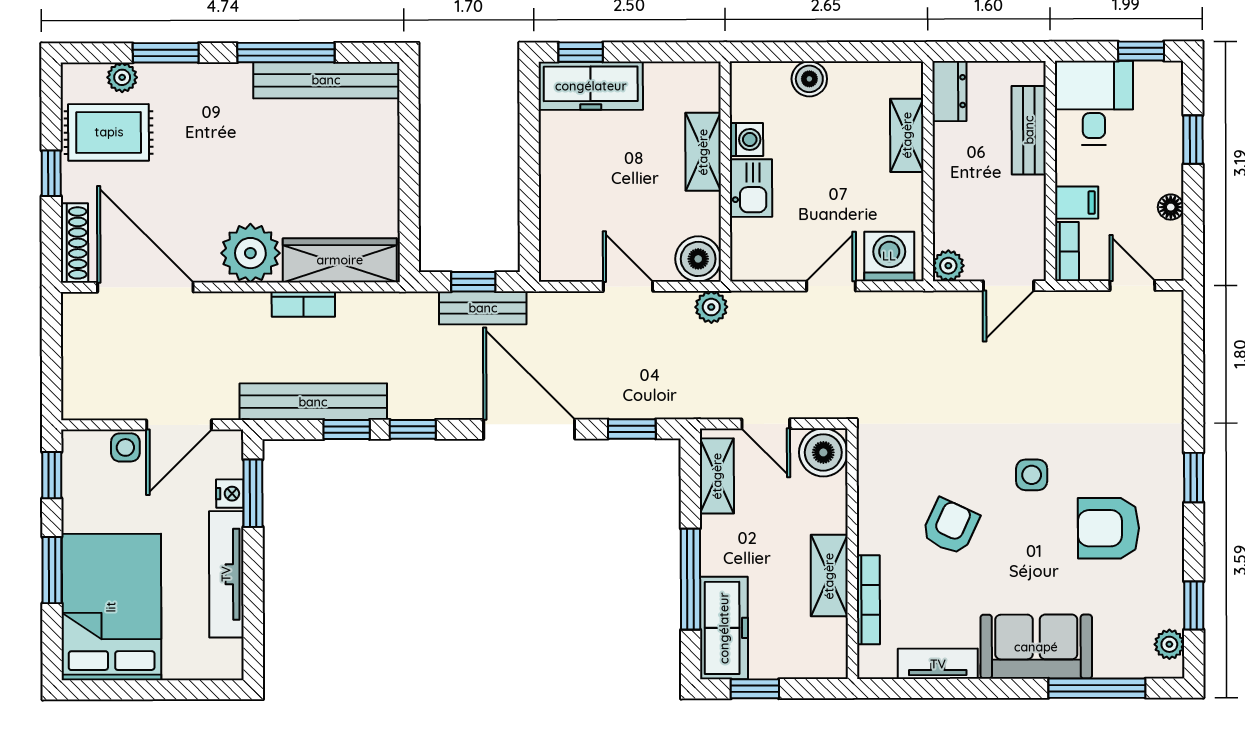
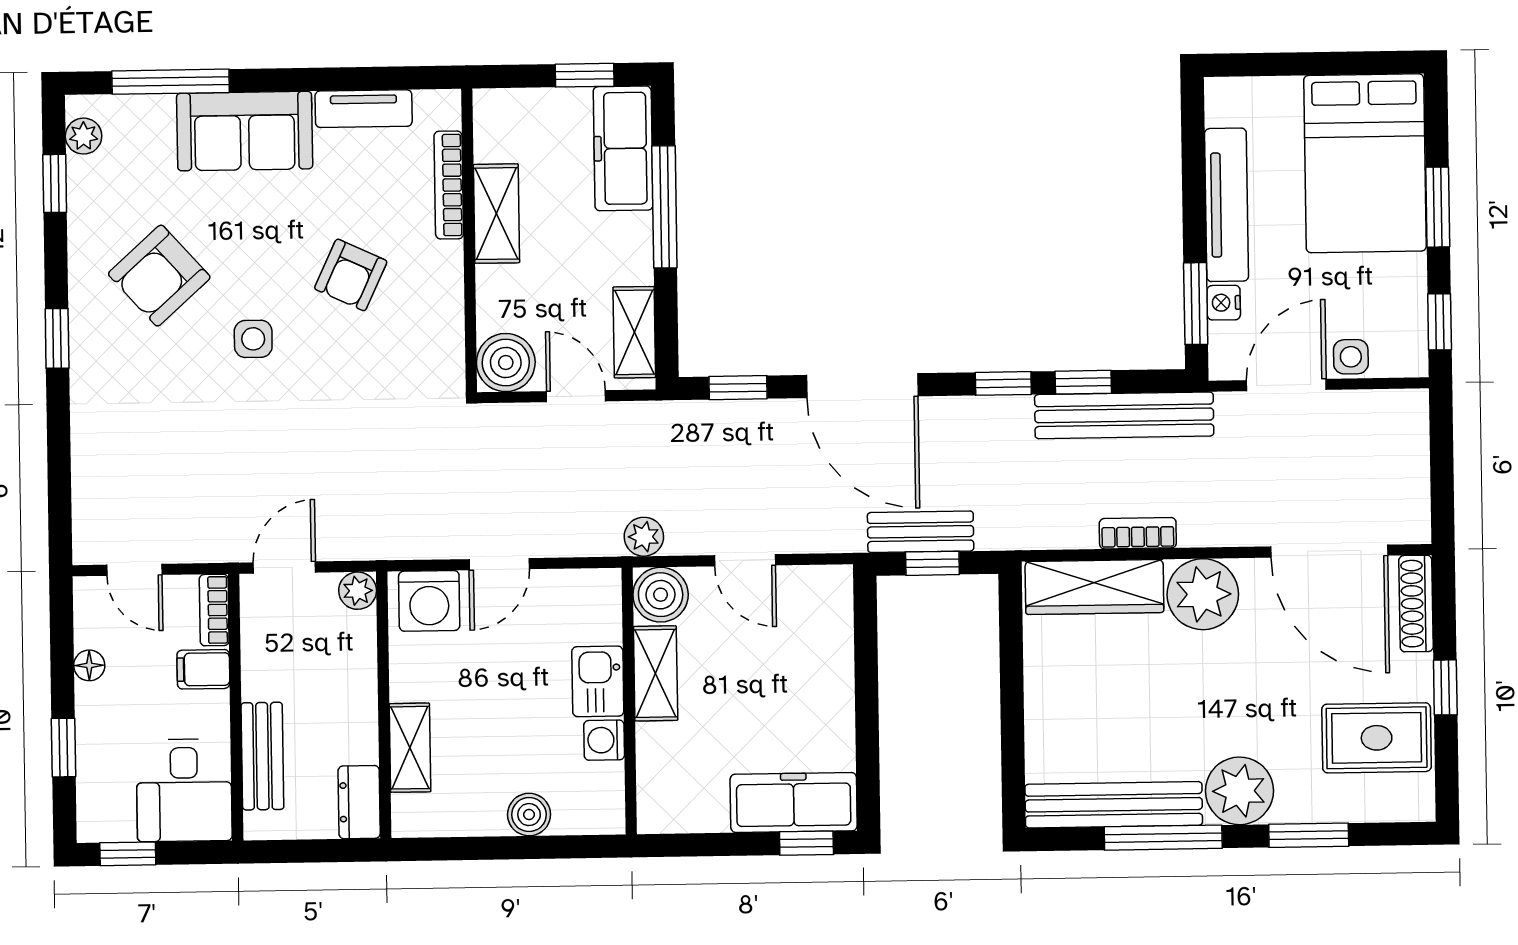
plant: (122, 77) -> (1239, 791), moved, width x1.87, depth x1.87
shelving: (703, 152) -> (656, 673), moved
armchair: (1108, 528) -> (159, 276), turned 138

